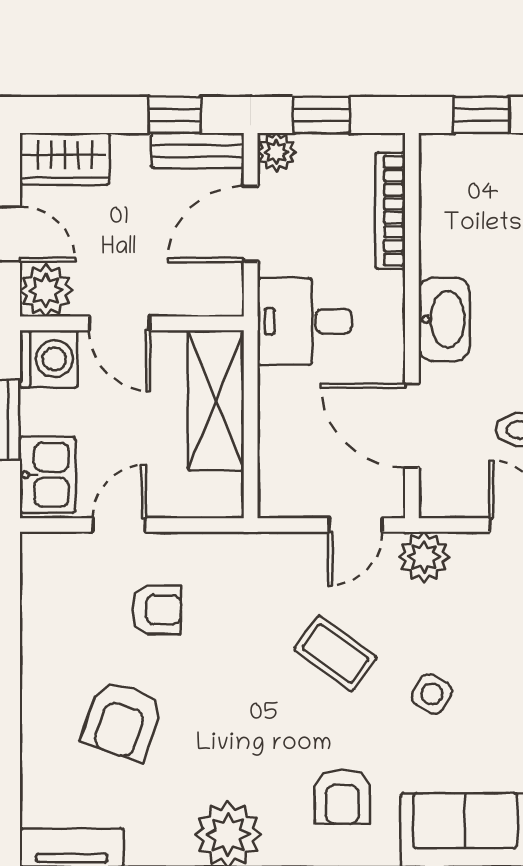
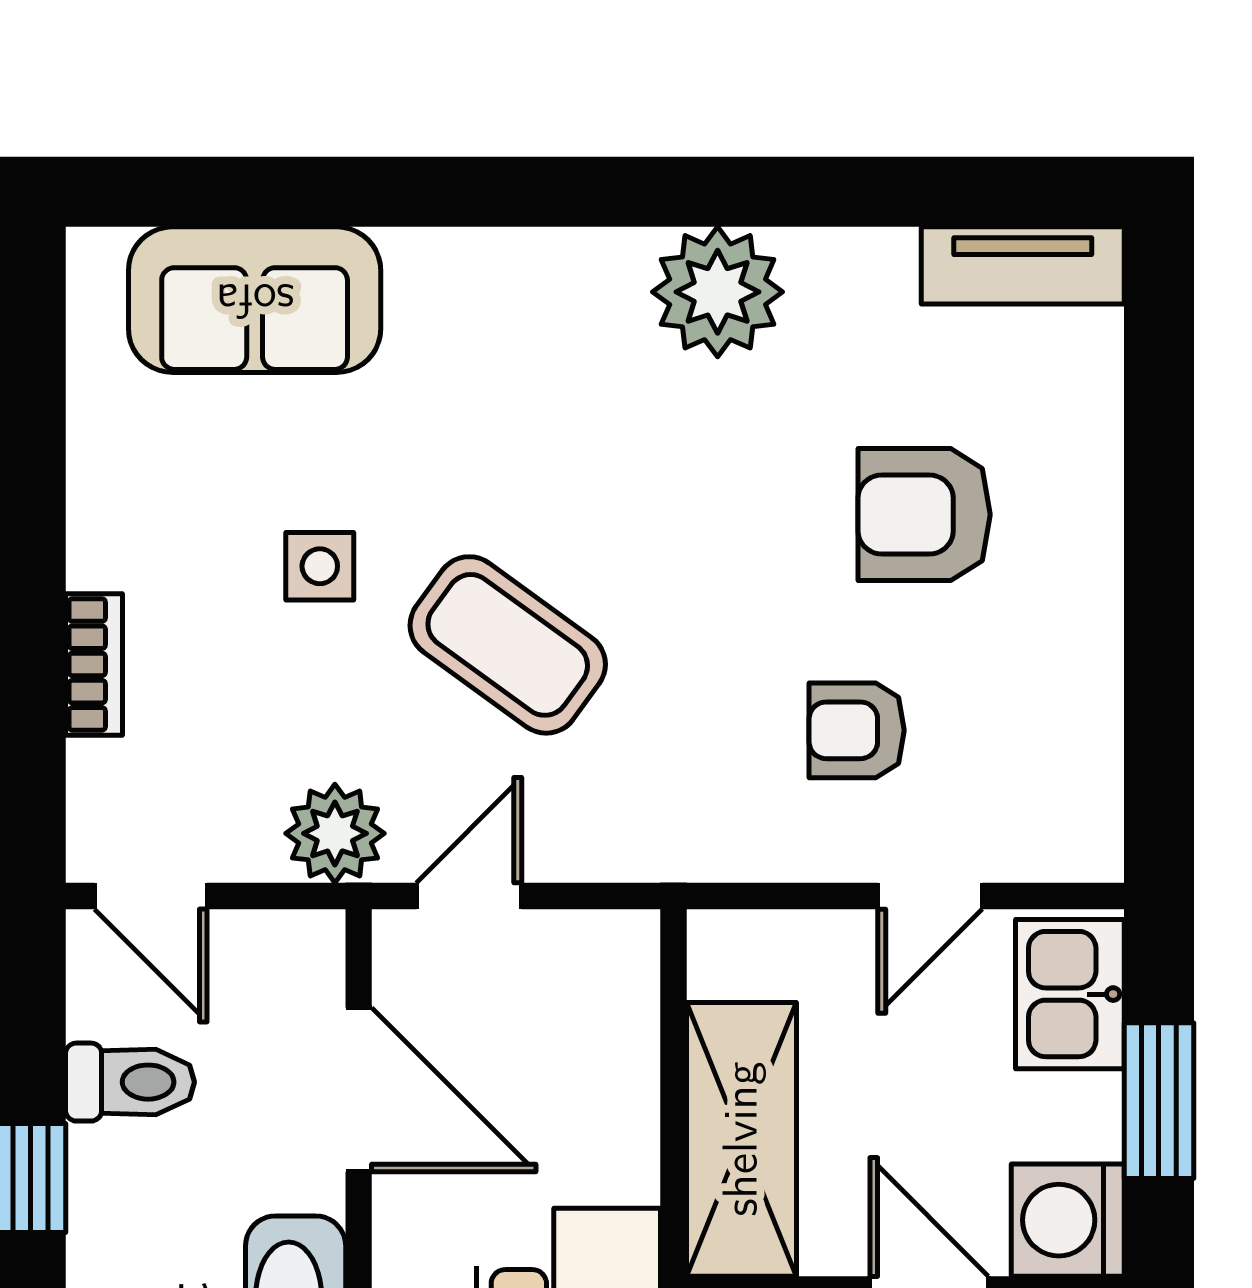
coffee table: (335, 654) -> (508, 645), width x1.36, depth x1.30
side table: (432, 694) -> (320, 566), turned -30
armchair: (122, 720) -> (924, 515), turned -109
armchair: (342, 797) -> (494, 366), removed

